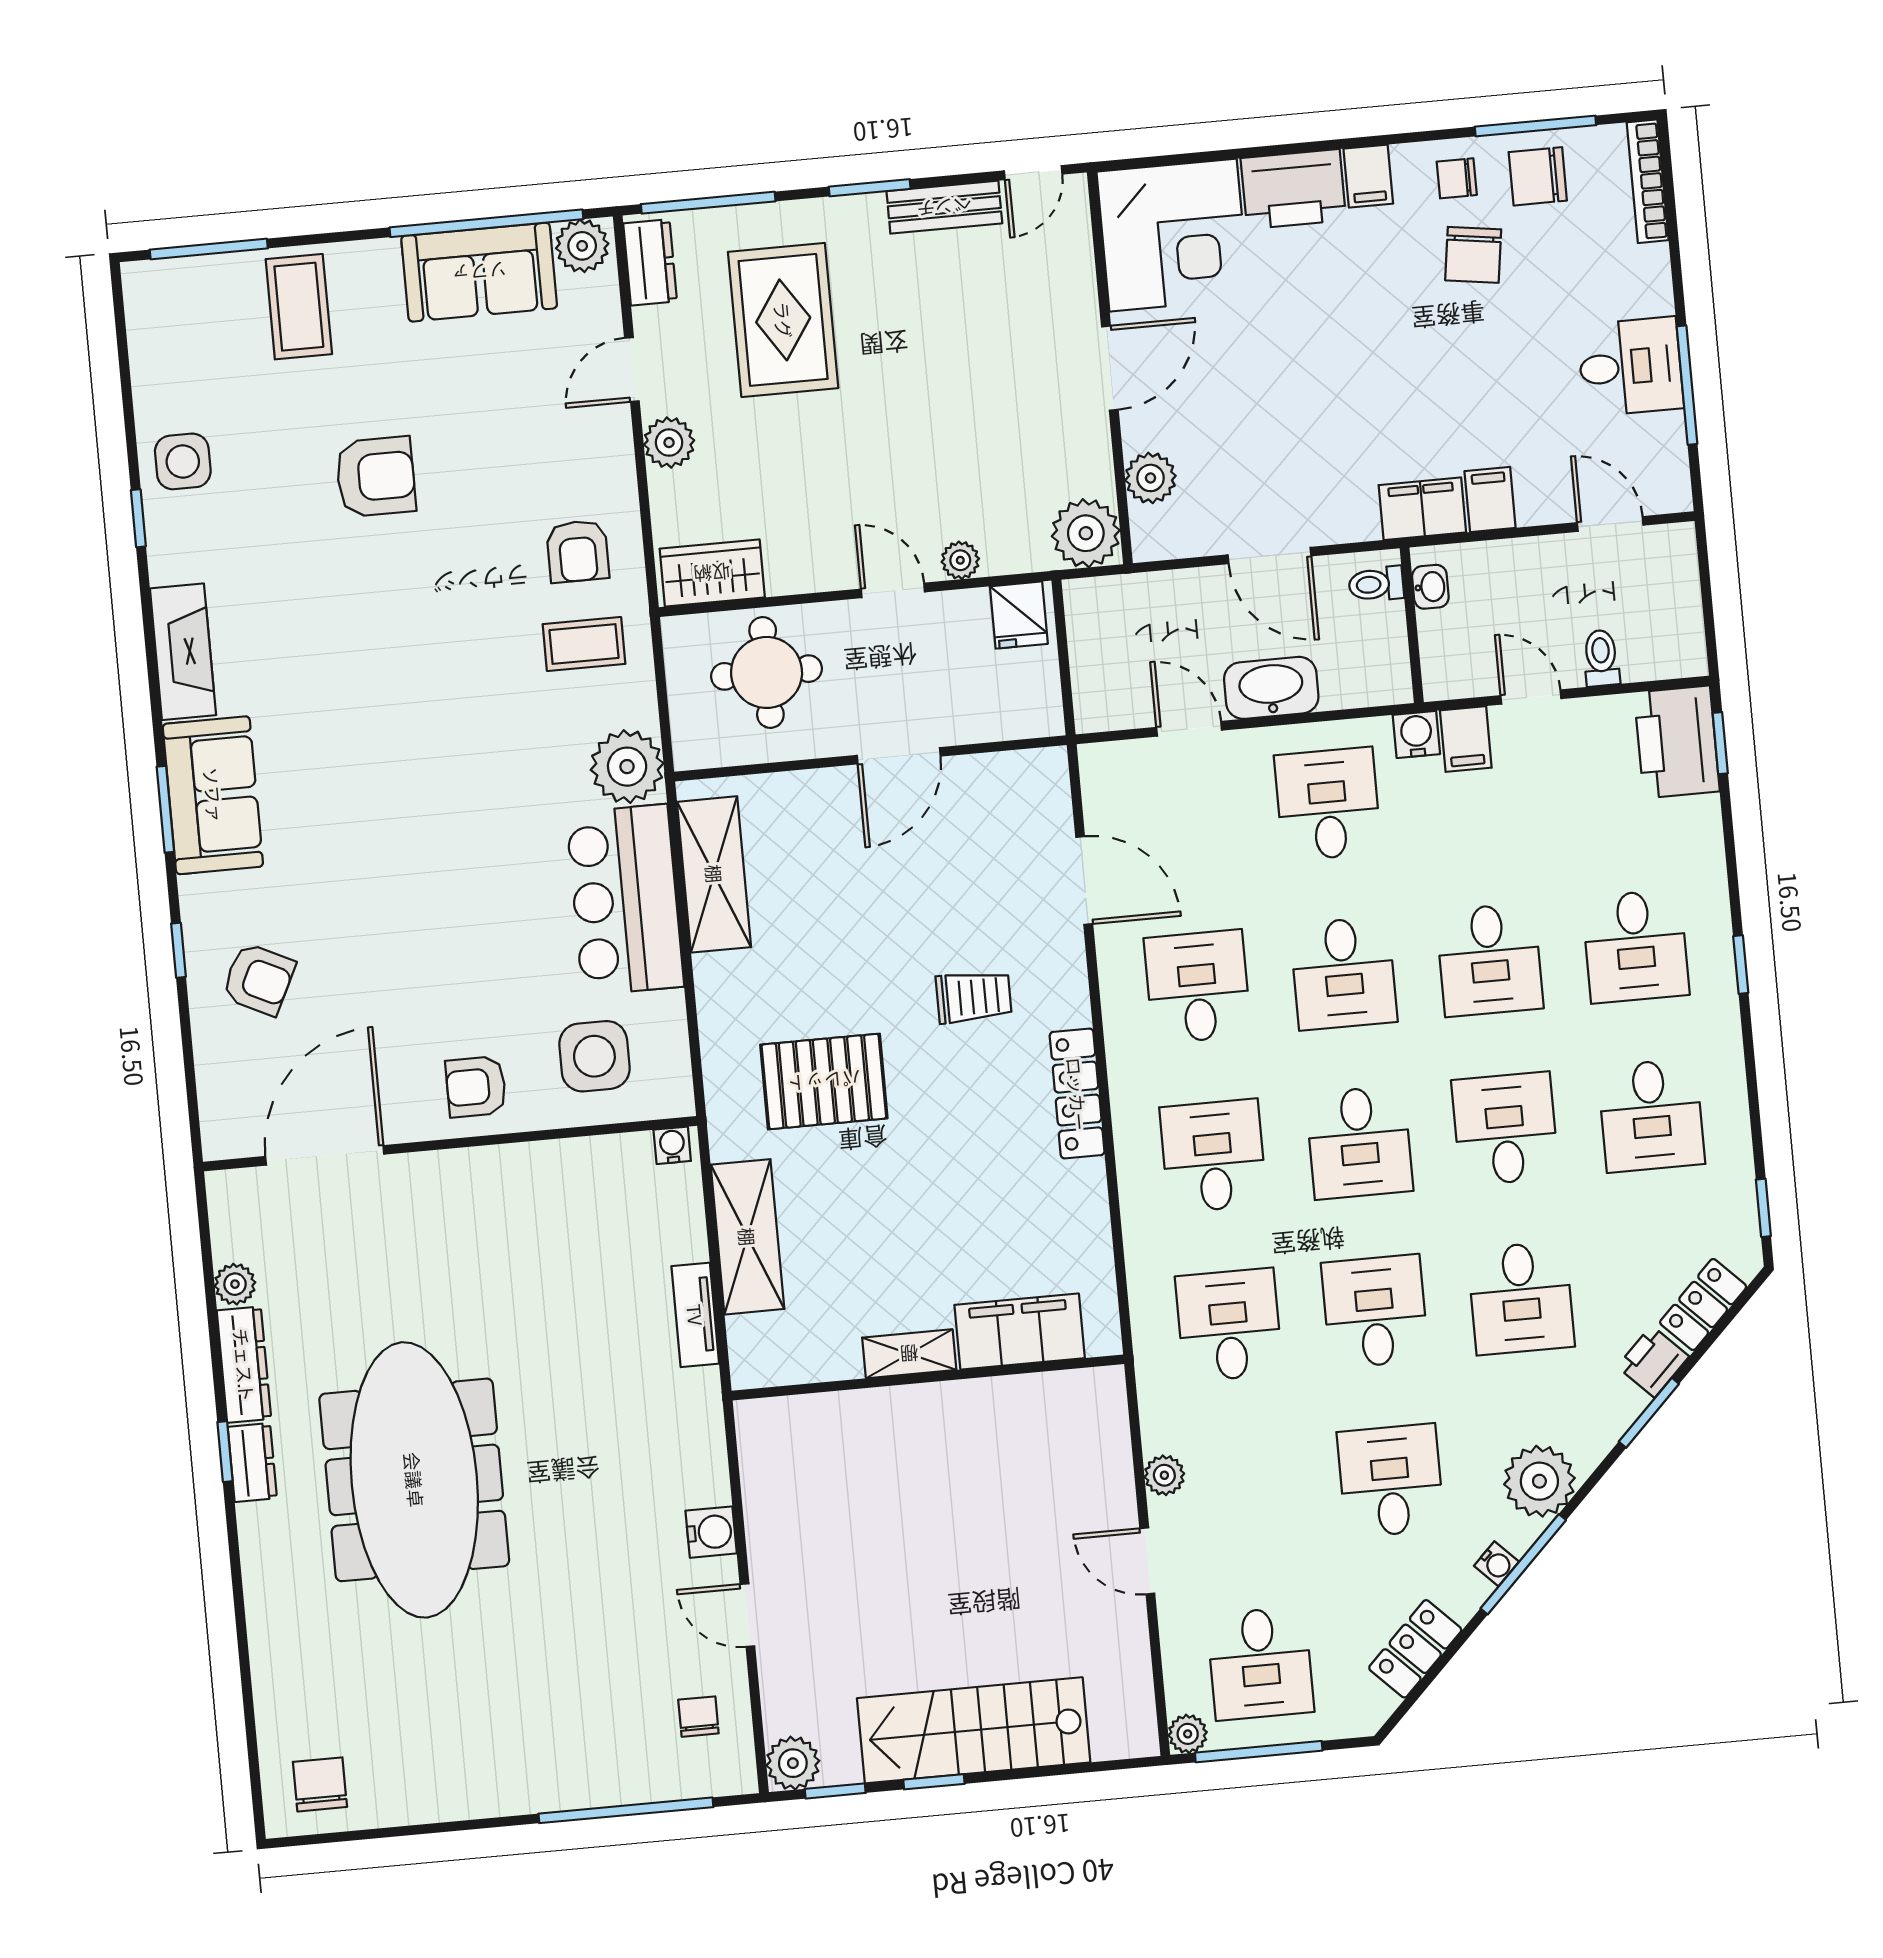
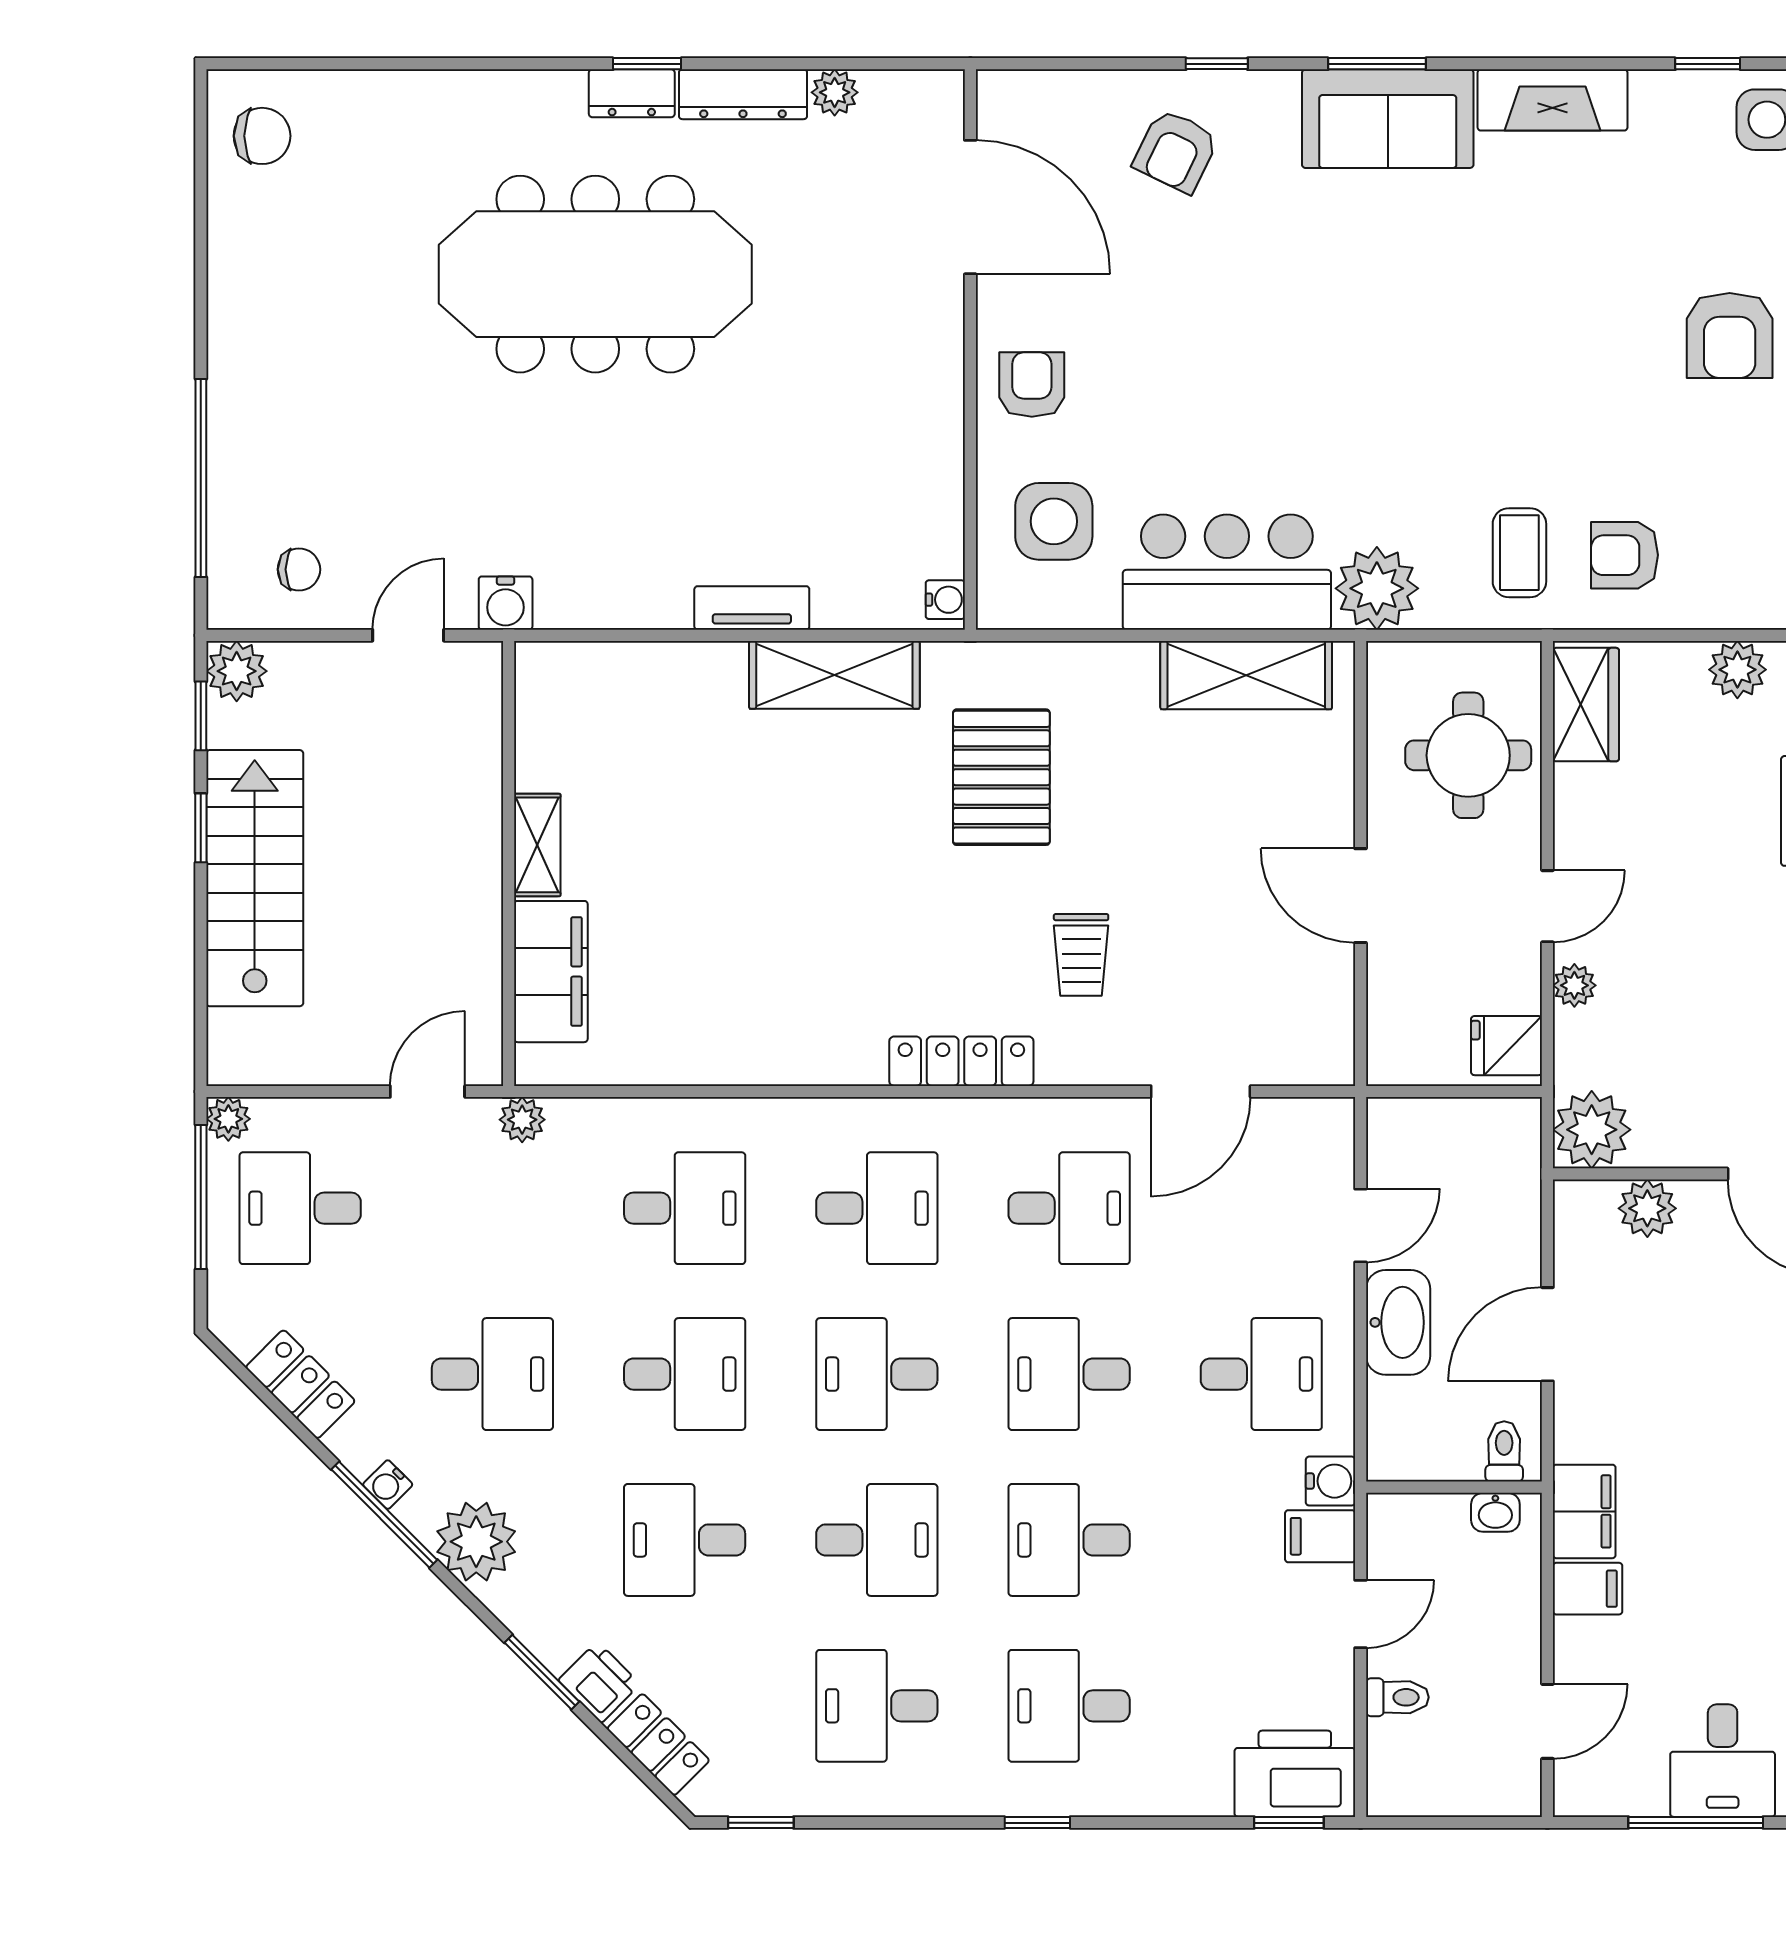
filing cabinet: (1020, 1331) -> (551, 972), moved
shelving: (909, 1354) -> (537, 845), moved
wall: (928, 1377) -> (509, 863), moved

